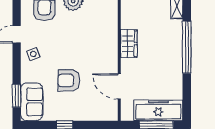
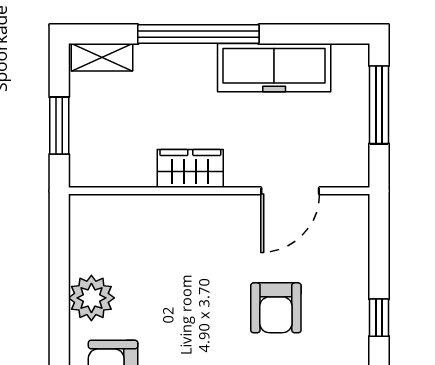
freezer: (158, 110) -> (274, 68), moved, turned -90

